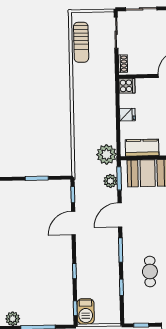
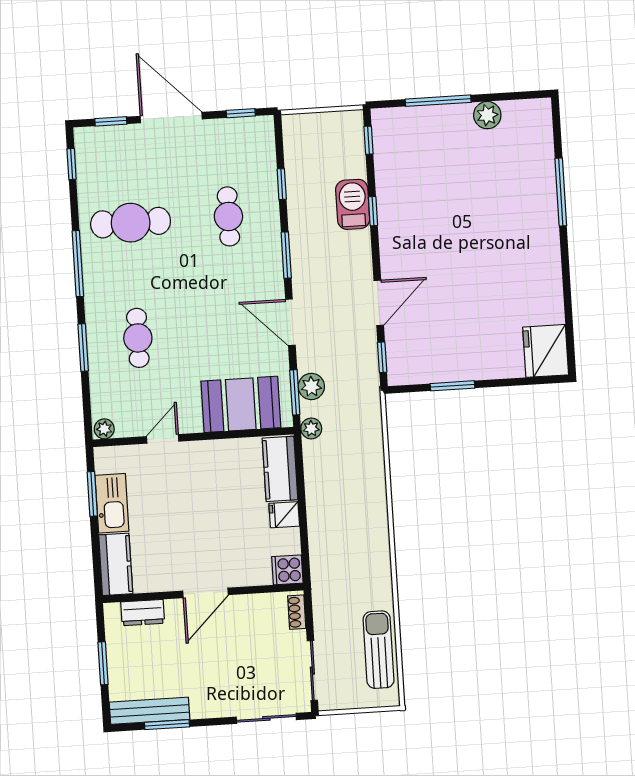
kitchen counter: (142, 148) -> (280, 469), moved, turned 90
plant: (107, 154) -> (311, 428), width x0.53, depth x0.53
door: (120, 215) -> (290, 322), swing flipped
barbecue: (86, 311) -> (353, 204), moved

